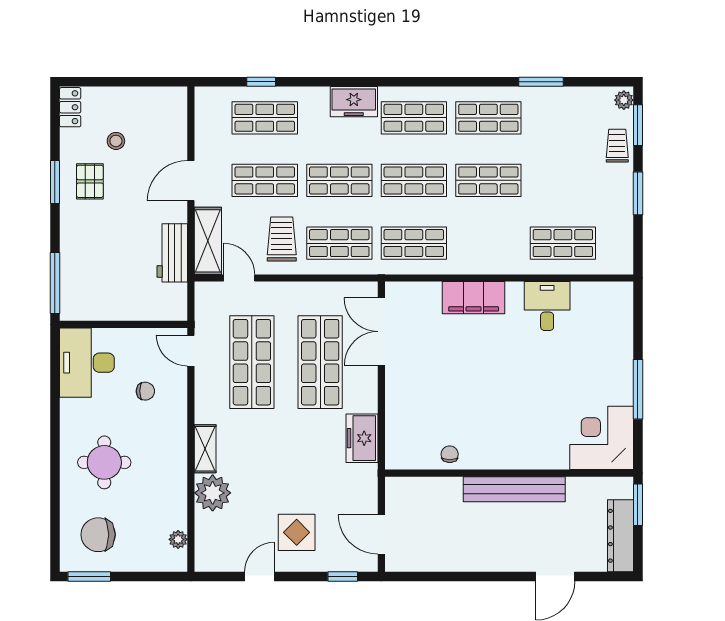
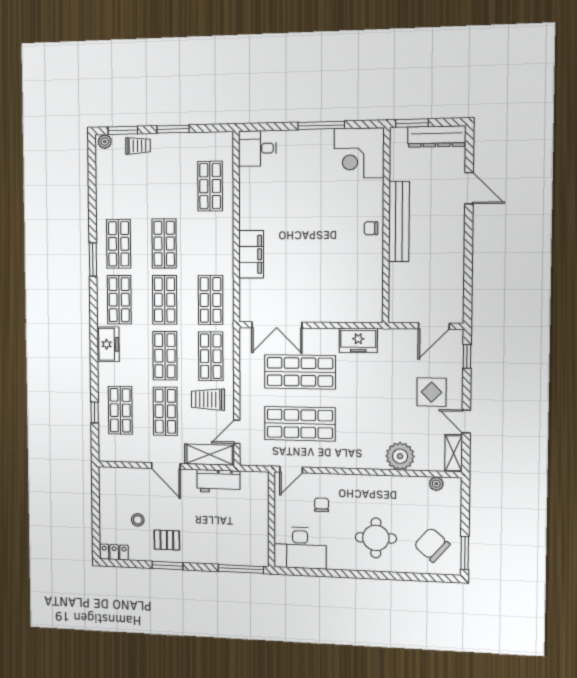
window: (541, 82) -> (93, 259), moved
trolley: (617, 146) -> (138, 146), turned 180
desk: (547, 306) -> (257, 148), moved
shelving: (205, 449) -> (454, 453), moved, turned 90
chair: (450, 454) -> (371, 228), moved
chair: (98, 535) -> (432, 545), turned 131

